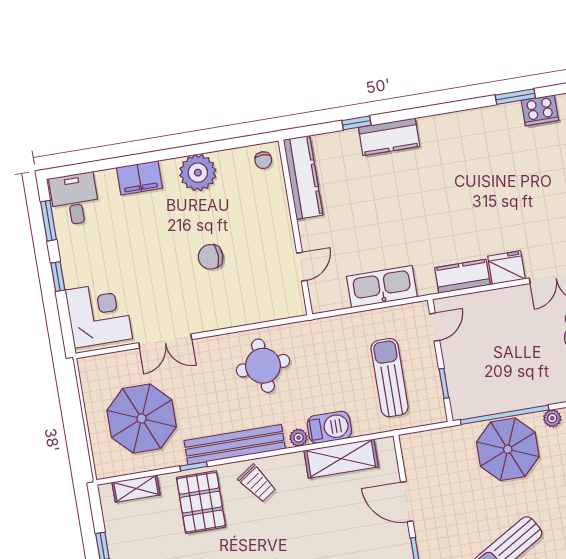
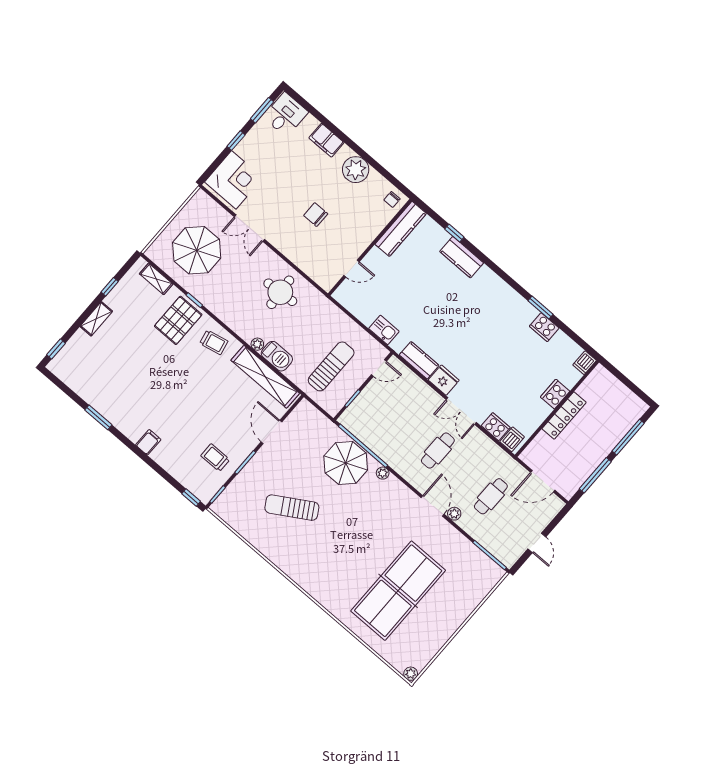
kitchen sink: (382, 287) -> (384, 330), width x0.53, depth x0.81
bench: (235, 445) -> (225, 313), removed
shelving: (341, 459) -> (265, 377), width x1.47
trolley: (257, 483) -> (214, 342), turned -67

